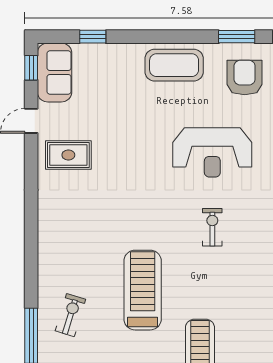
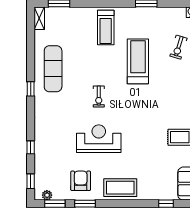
armchair: (245, 78) -> (81, 181), turned 180
treadmill: (143, 290) -> (138, 61), turned 180

